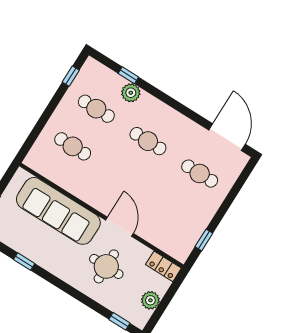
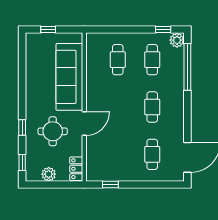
window: (128, 75) -> (187, 67), width x3.17
plant: (131, 93) -> (177, 40), moved
window: (24, 261) -> (22, 128), moved

